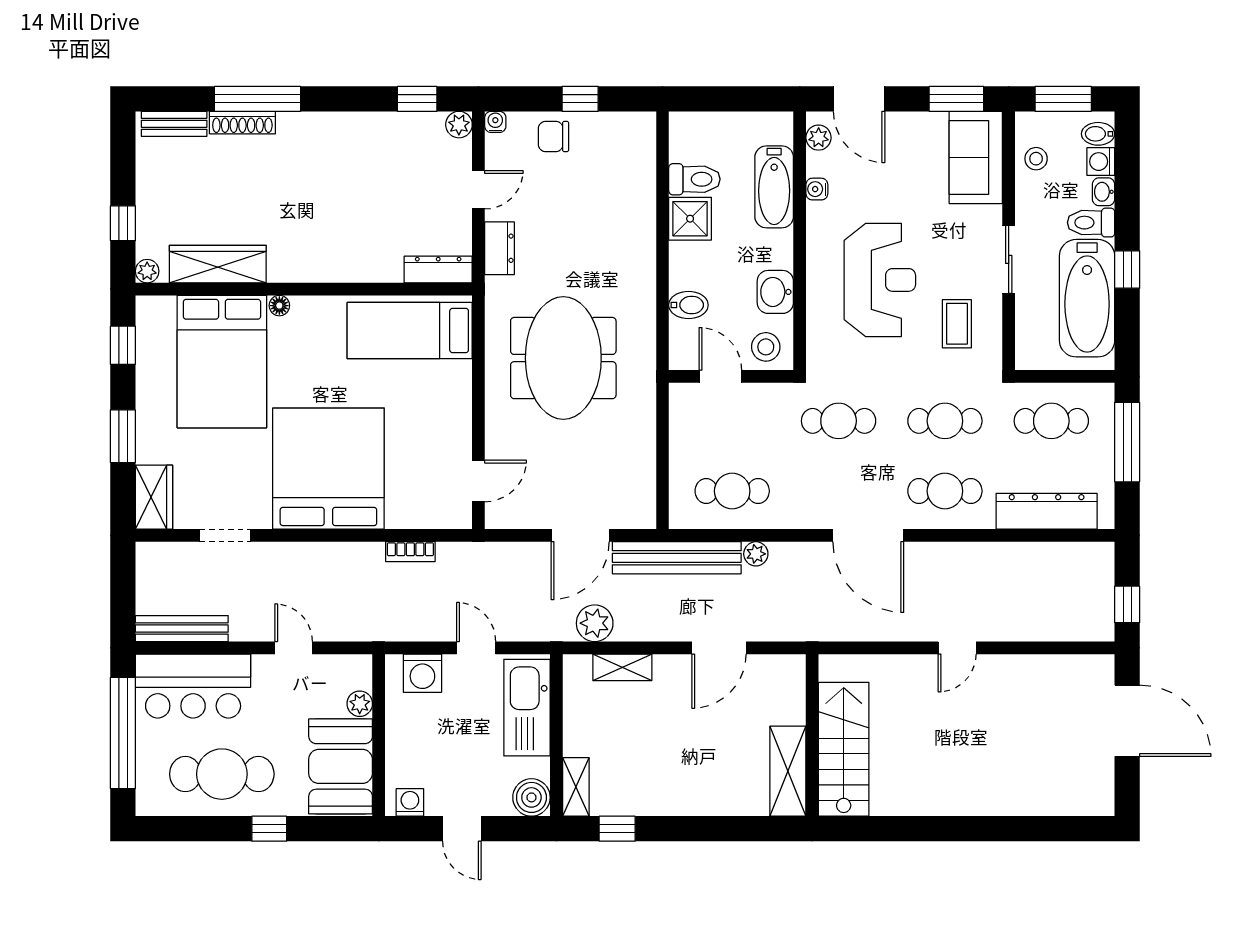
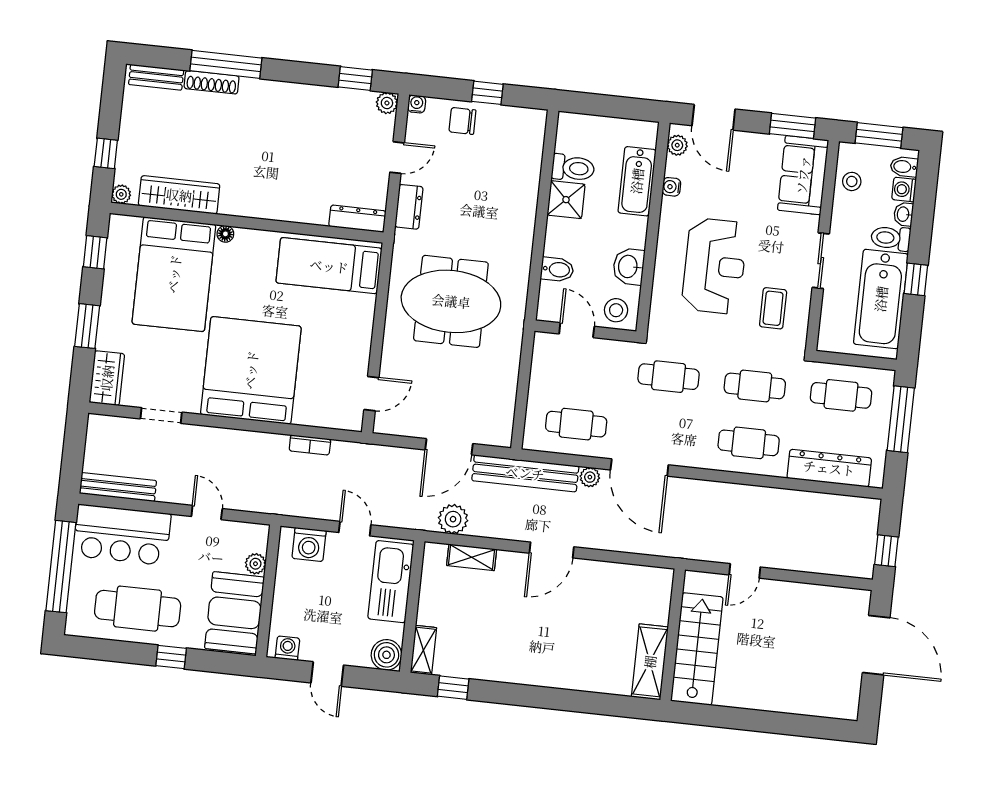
meeting table: (563, 358) -> (451, 301), turned 90
door: (868, 535) -> (639, 467), moved
wall: (812, 735) -> (673, 635), moved
stairs: (844, 749) -> (697, 649), moved
shelving: (788, 771) -> (650, 662), moved

